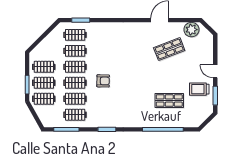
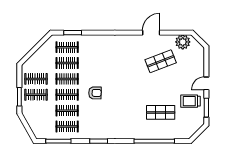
door: (215, 71) -> (206, 83), hinge flipped
clothes rail: (44, 99) -> (36, 111), removed

